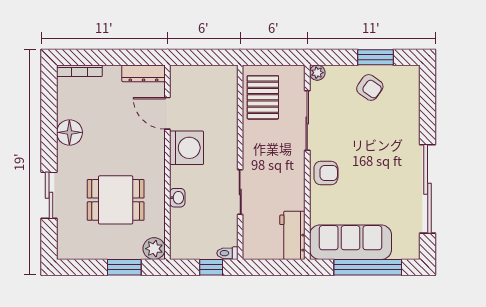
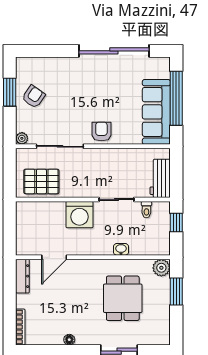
floor lamp: (69, 132) -> (69, 340), width x0.53, depth x0.53
washing machine: (187, 148) -> (79, 215), moved, turned 180
workbench: (292, 235) -> (160, 178), moved, turned 90
toilet: (227, 253) -> (146, 210), moved

